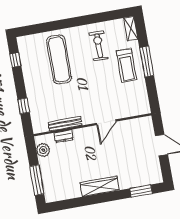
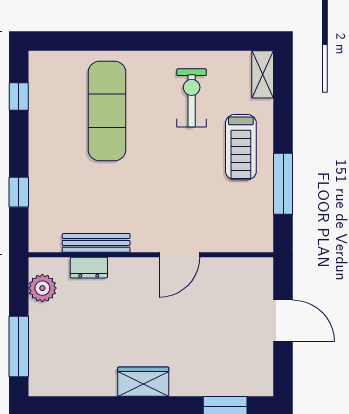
window: (147, 62) -> (283, 184), moved
wardrobe: (100, 186) -> (143, 382), width x0.67

